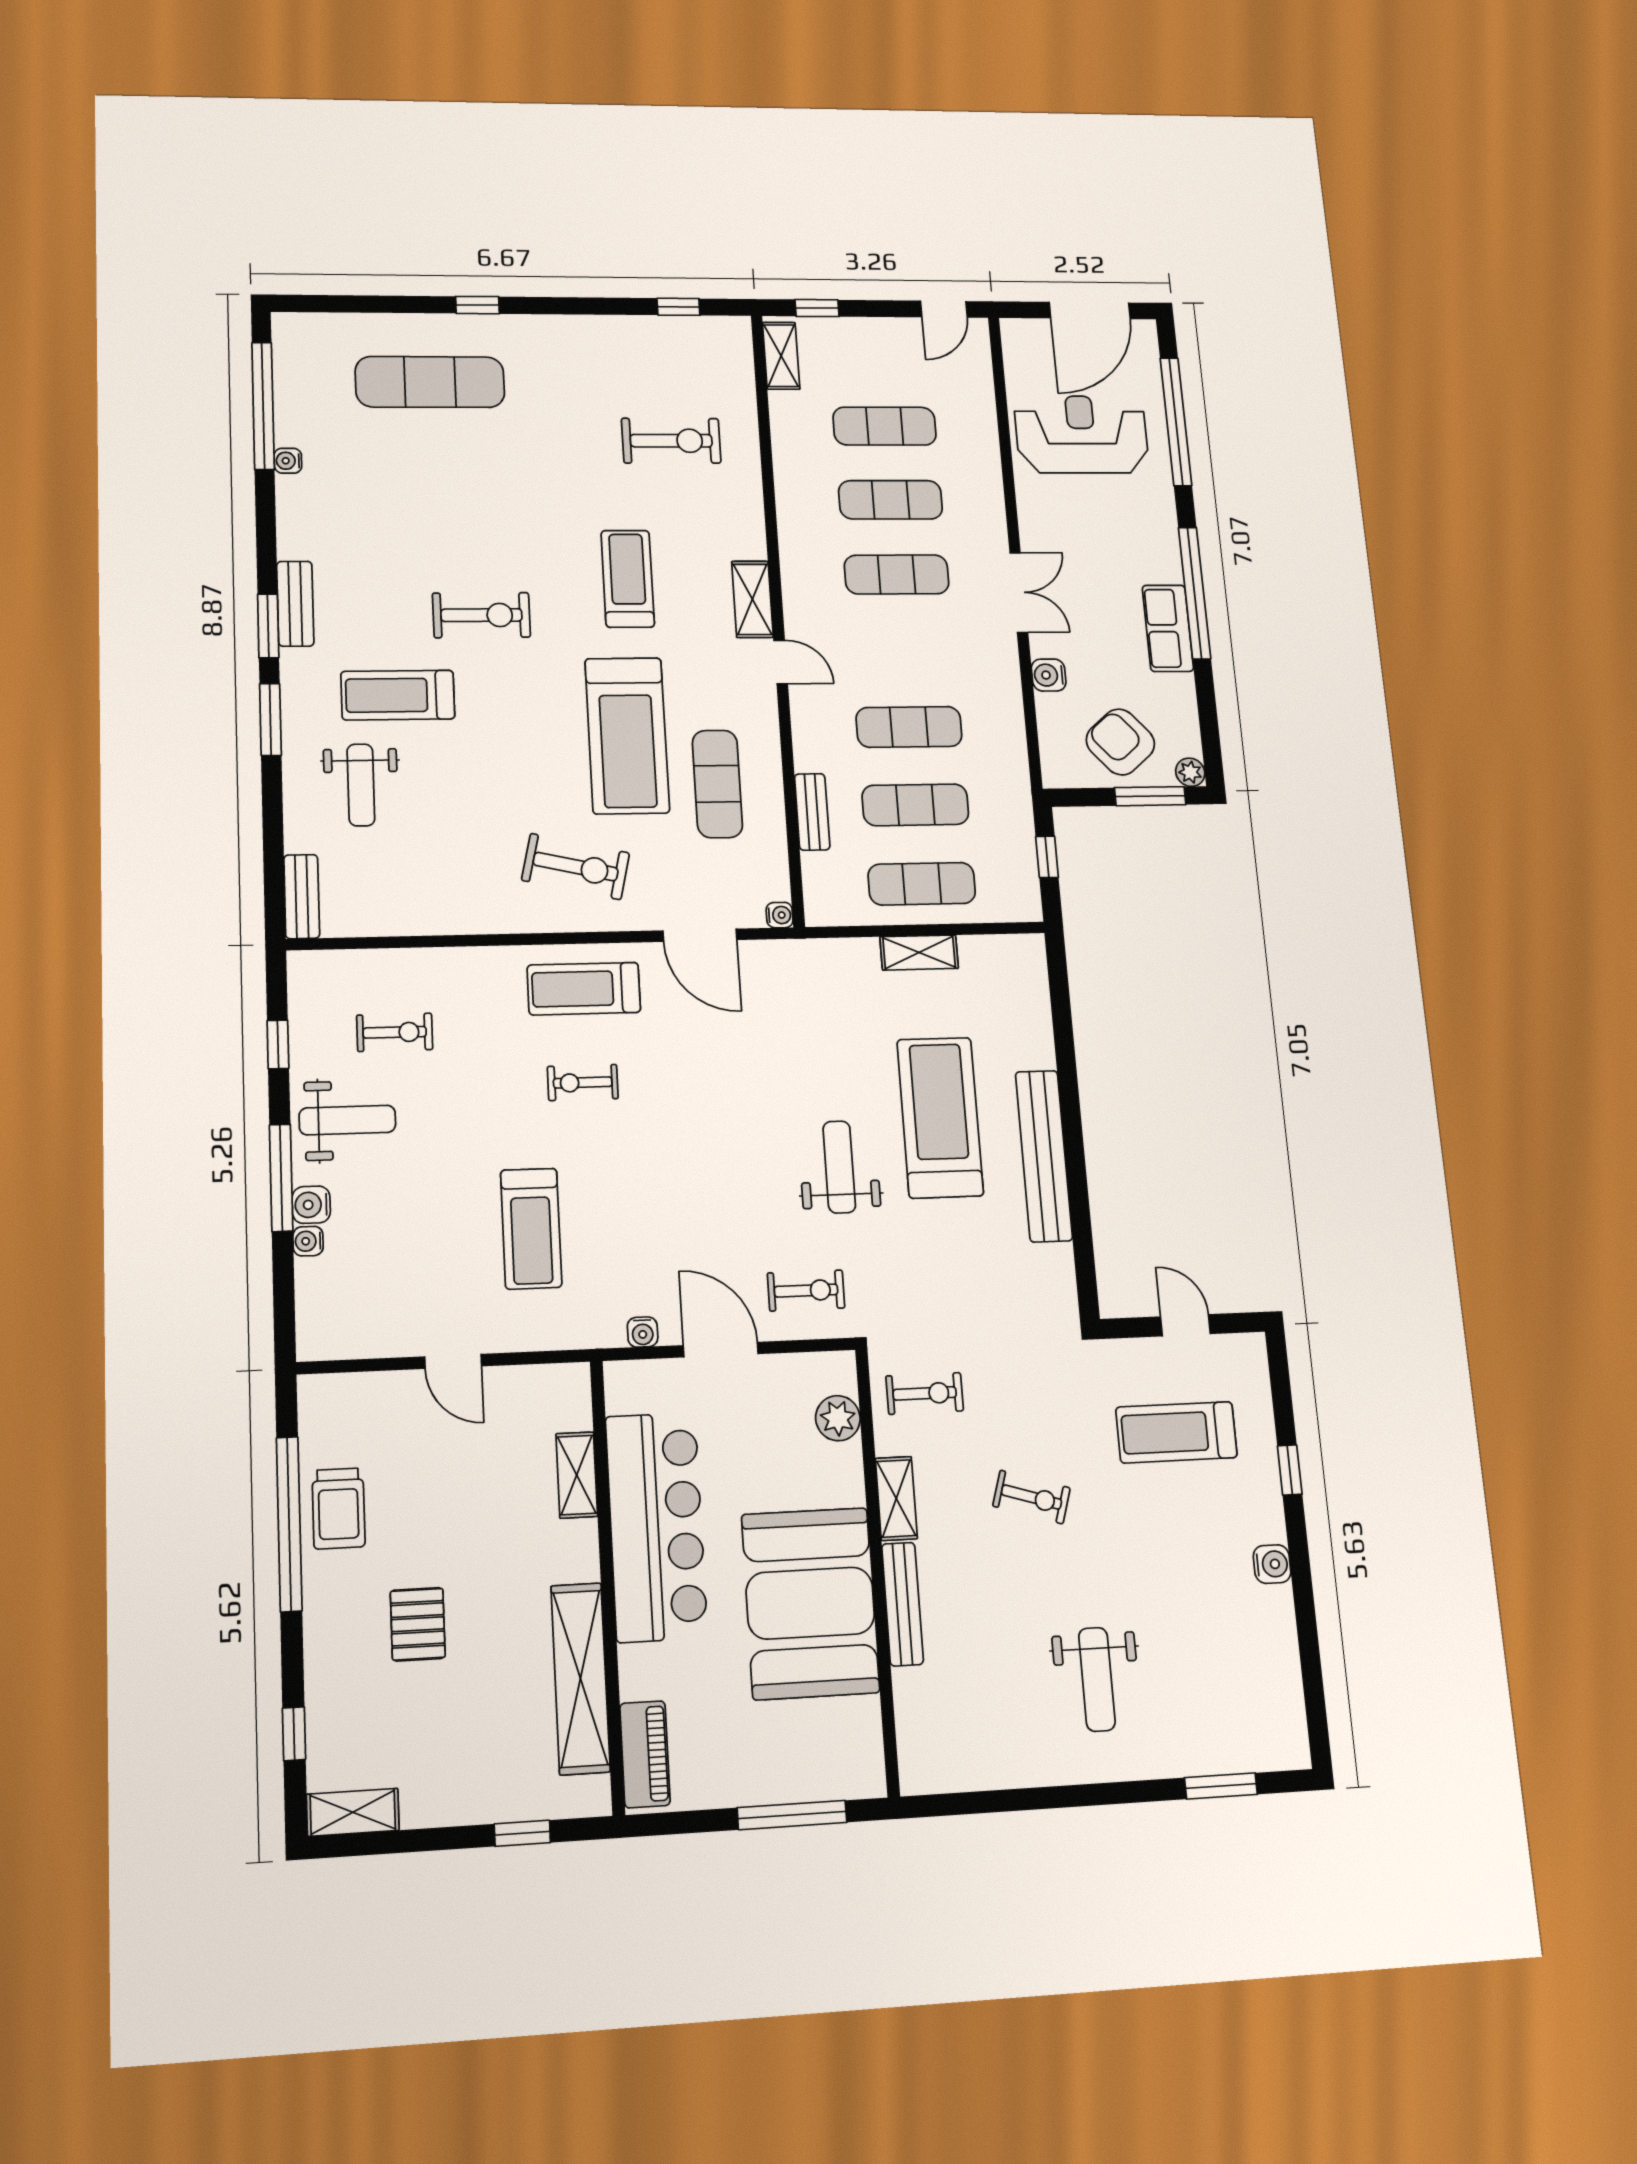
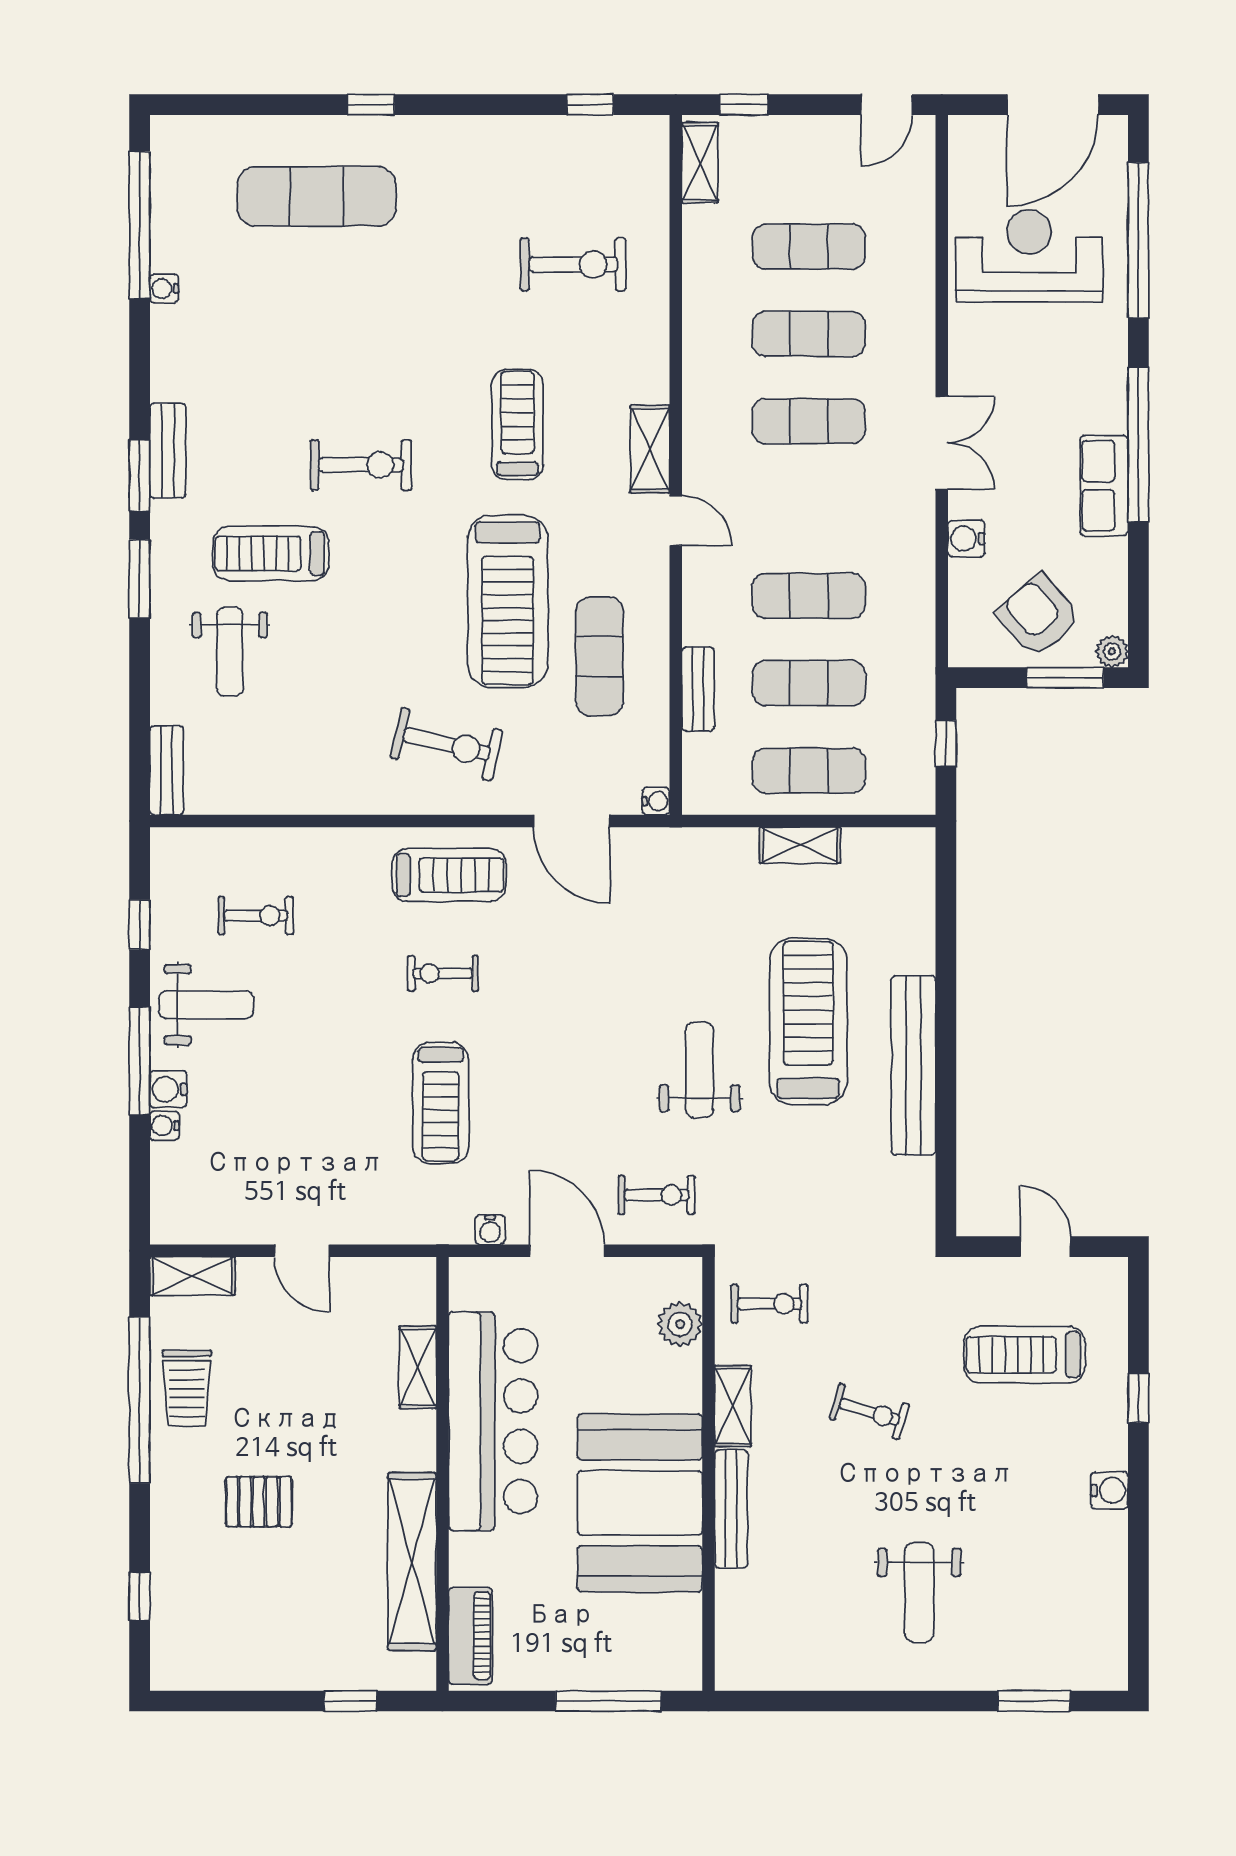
treadmill: (584, 989) -> (449, 875), turned 180
treadmill: (531, 1229) -> (441, 1103), moved
pallet: (418, 1624) -> (259, 1502), turned 90
shelving: (353, 1812) -> (192, 1276), moved

